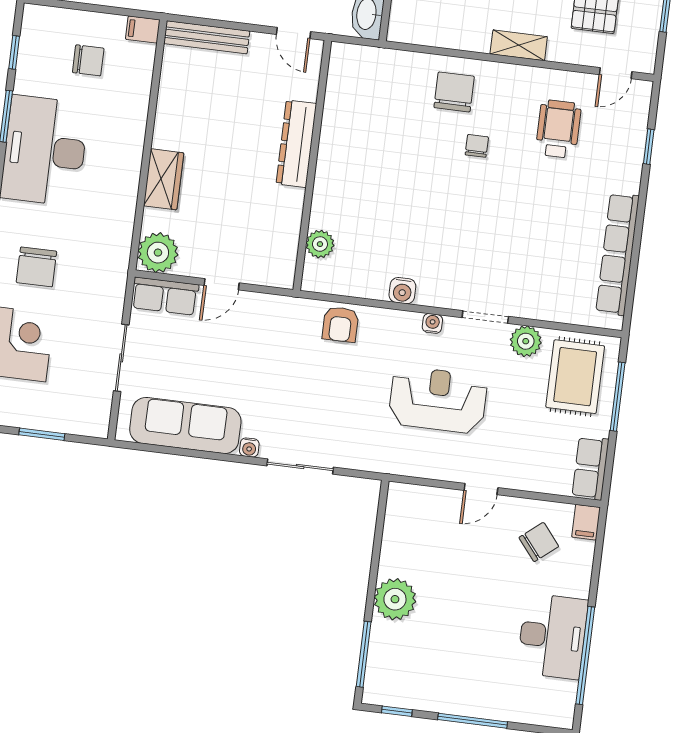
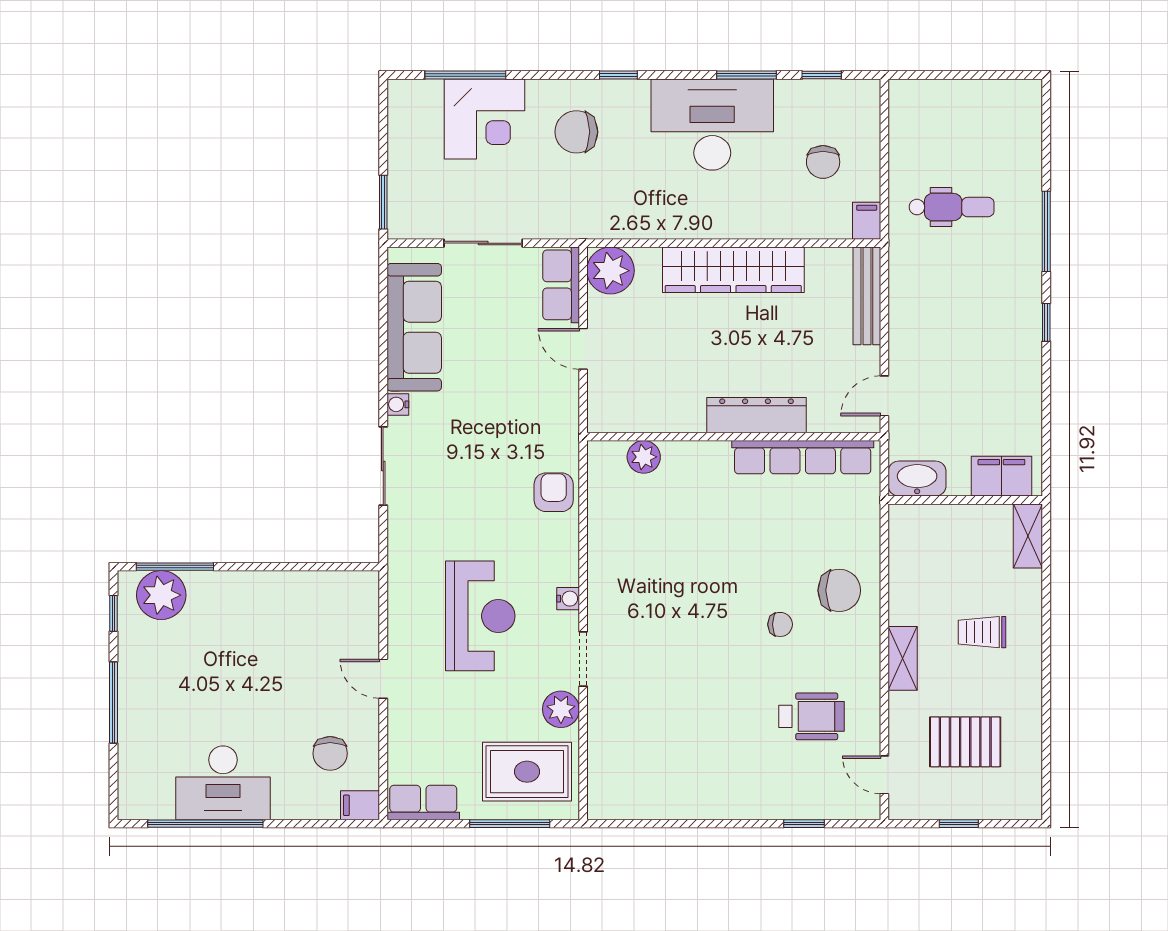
wardrobe: (164, 179) -> (733, 270), width x2.10, depth x1.17
row of seats: (618, 254) -> (803, 457), moved, turned 180
water cooler: (402, 291) -> (602, 559), removed
armchair: (340, 324) -> (554, 492), turned 90
window: (42, 434) -> (383, 202), moved
chair: (539, 542) -> (330, 753), turned 39
plant: (395, 599) -> (161, 595), moved

